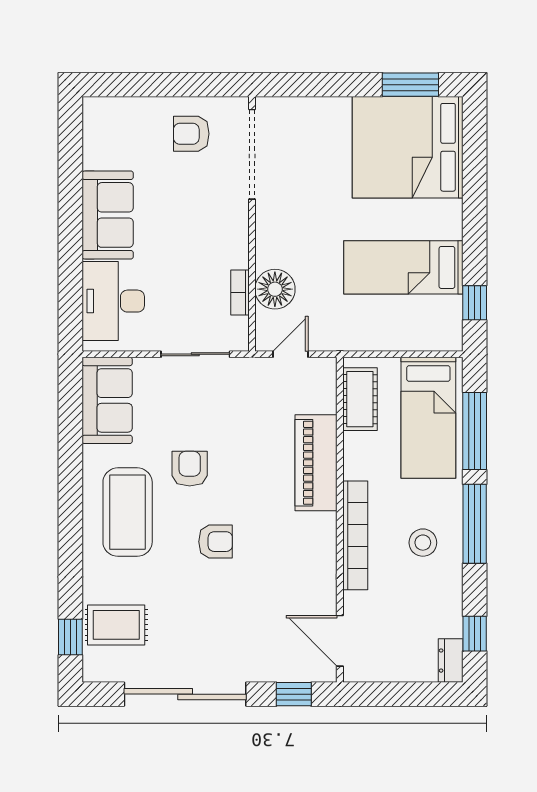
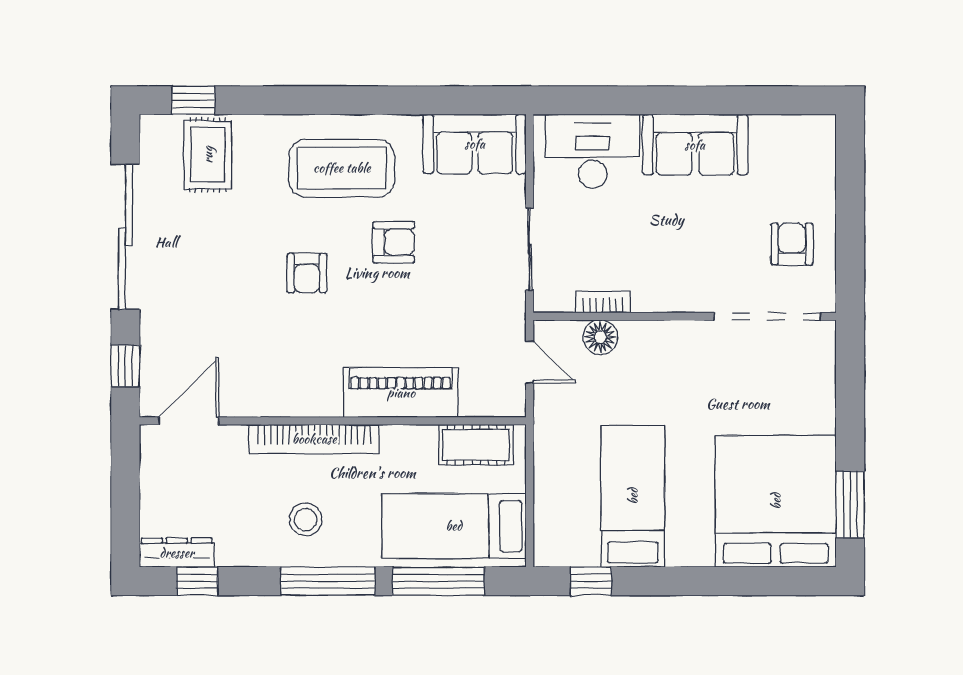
floor lamp: (275, 289) -> (600, 337), width x0.73, depth x0.73
dresser: (451, 661) -> (177, 553), width x1.44

